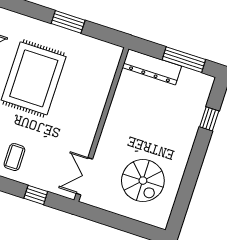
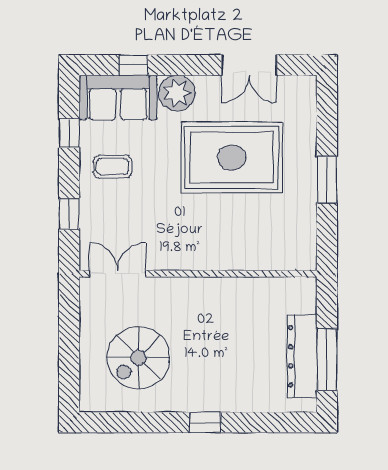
dresser: (152, 67) -> (302, 356), moved
window: (209, 119) -> (205, 422), moved

